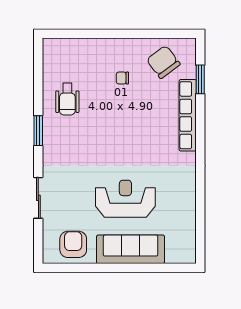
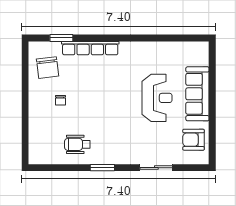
chair: (163, 62) -> (48, 68), turned -60
wheelchair: (67, 99) -> (77, 144), turned 180
reception desk: (125, 199) -> (157, 98), turned 180

